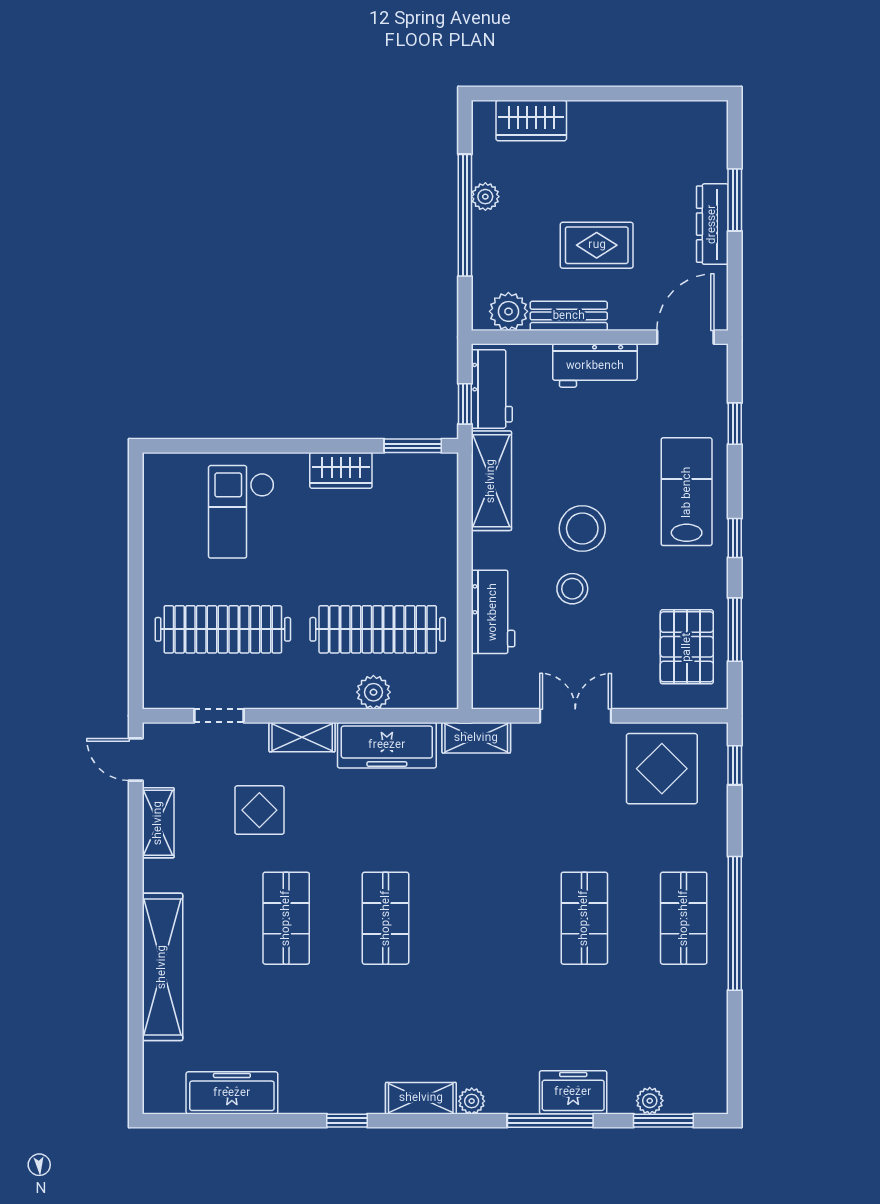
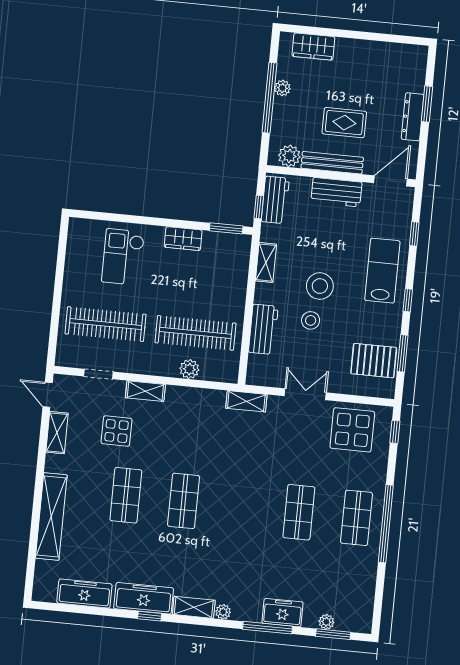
bench: (569, 316) -> (332, 163), width x1.36
shelving: (491, 481) -> (266, 263), width x0.67, depth x0.75
pallet: (687, 647) -> (374, 361), turned 90
freezer: (387, 745) -> (144, 598), moved, turned 180

